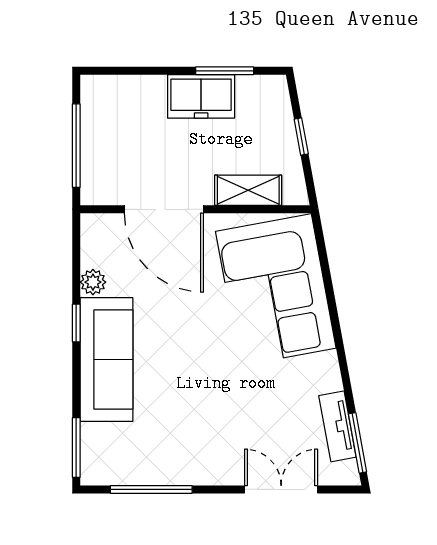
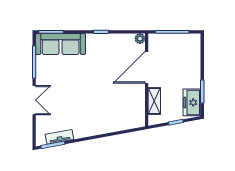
freezer: (201, 96) -> (192, 102), moved
plant: (93, 282) -> (140, 39), moved
corner sofa: (276, 290) -> (114, 112), removed
sofa: (106, 359) -> (61, 44), moved
double door: (281, 489) -> (34, 100), moved

